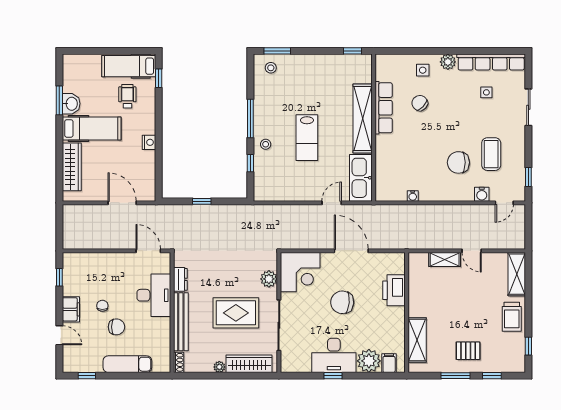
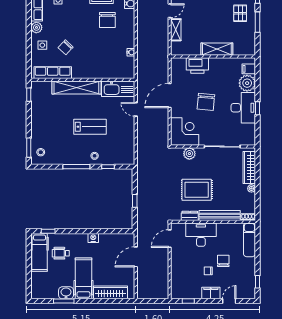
row of seats: (384, 108) -> (53, 73), moved
rug: (236, 313) -> (197, 190), moved, turned 90
shelving: (417, 340) -> (217, 49), moved
exam couch: (127, 364) -> (249, 240), moved

